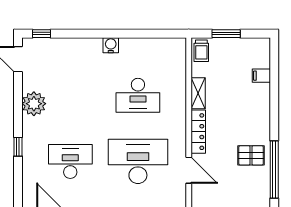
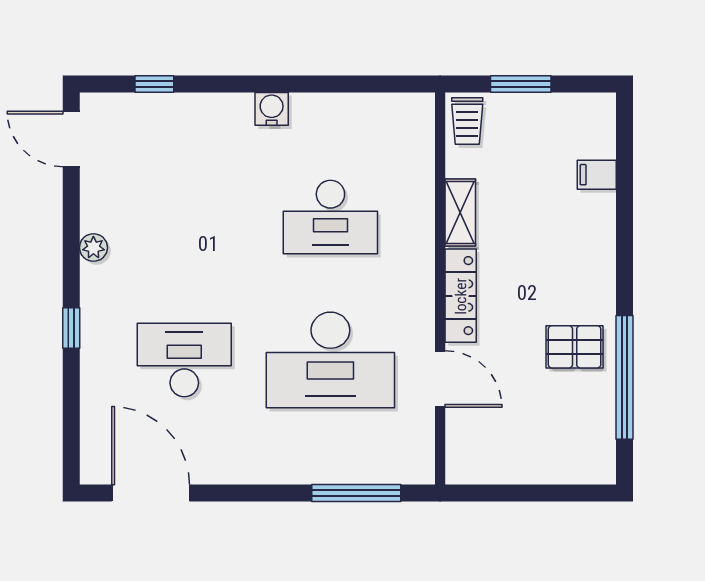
window: (42, 34) -> (154, 84), moved
plant: (34, 104) -> (93, 248), width x0.53, depth x0.53
desk: (138, 161) -> (330, 360), turned 180

